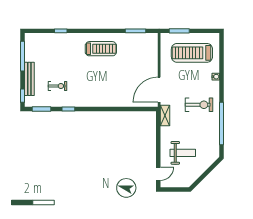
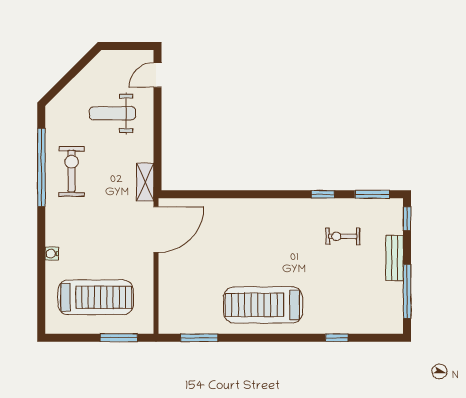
treadmill: (101, 49) -> (263, 305), width x1.37, depth x1.38
bench: (29, 79) -> (395, 258), width x0.73
exercise bike: (199, 105) -> (72, 171), moved, turned 90

